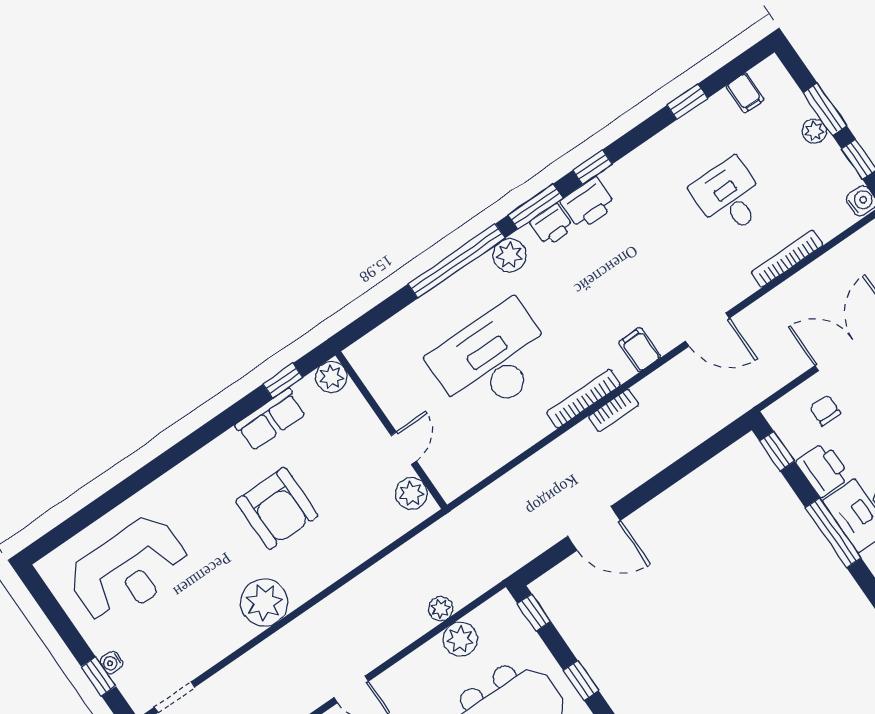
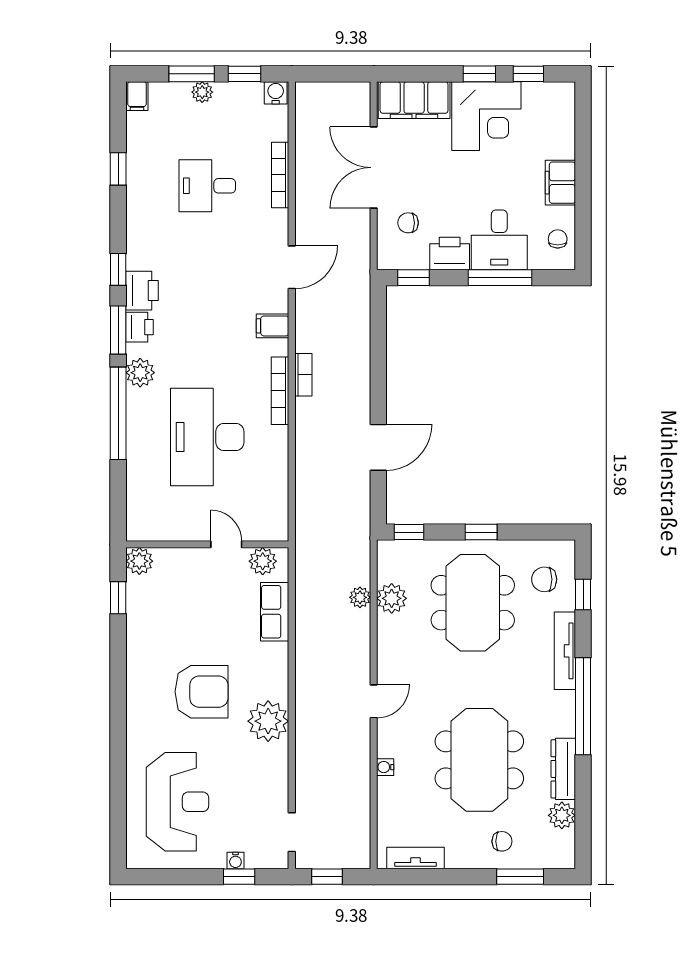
filing cabinet: (745, 93) -> (137, 96), moved, turned 90
row of seats: (271, 420) -> (275, 612), moved, turned 180
armchair: (277, 508) -> (202, 692), moved

